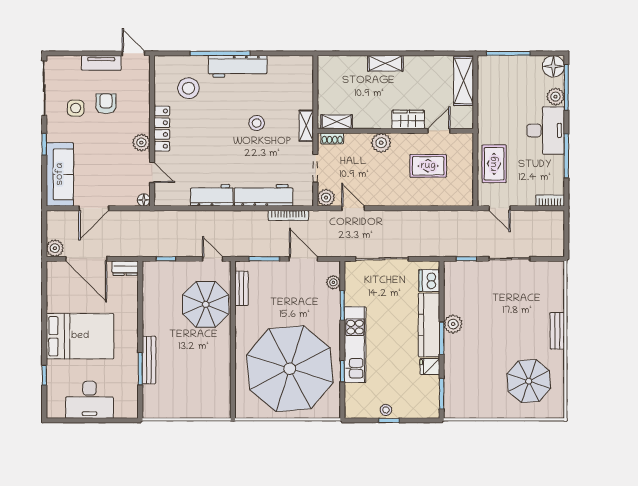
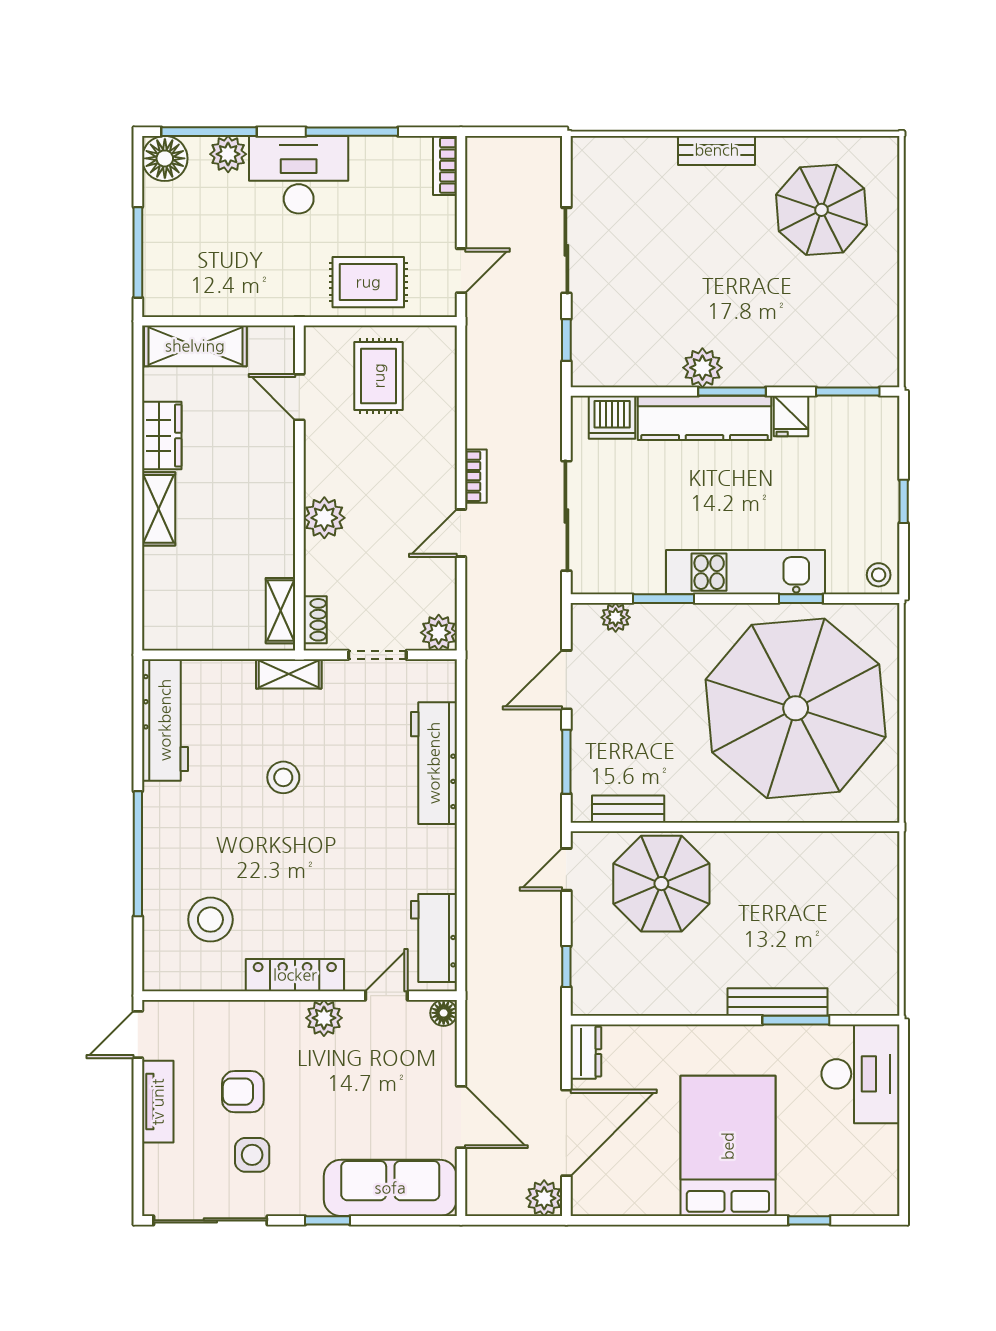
workbench: (238, 66) -> (165, 720), moved
wardrobe: (408, 119) -> (162, 436), moved, turned 180
rug: (428, 166) -> (379, 376), moved
workbench: (212, 195) -> (434, 938), moved
door: (353, 208) -> (461, 533), moved
bookcase: (288, 215) -> (476, 476), moved, width x0.64
desk: (89, 400) -> (860, 1074), moved
stool: (386, 410) -> (879, 575), moved

